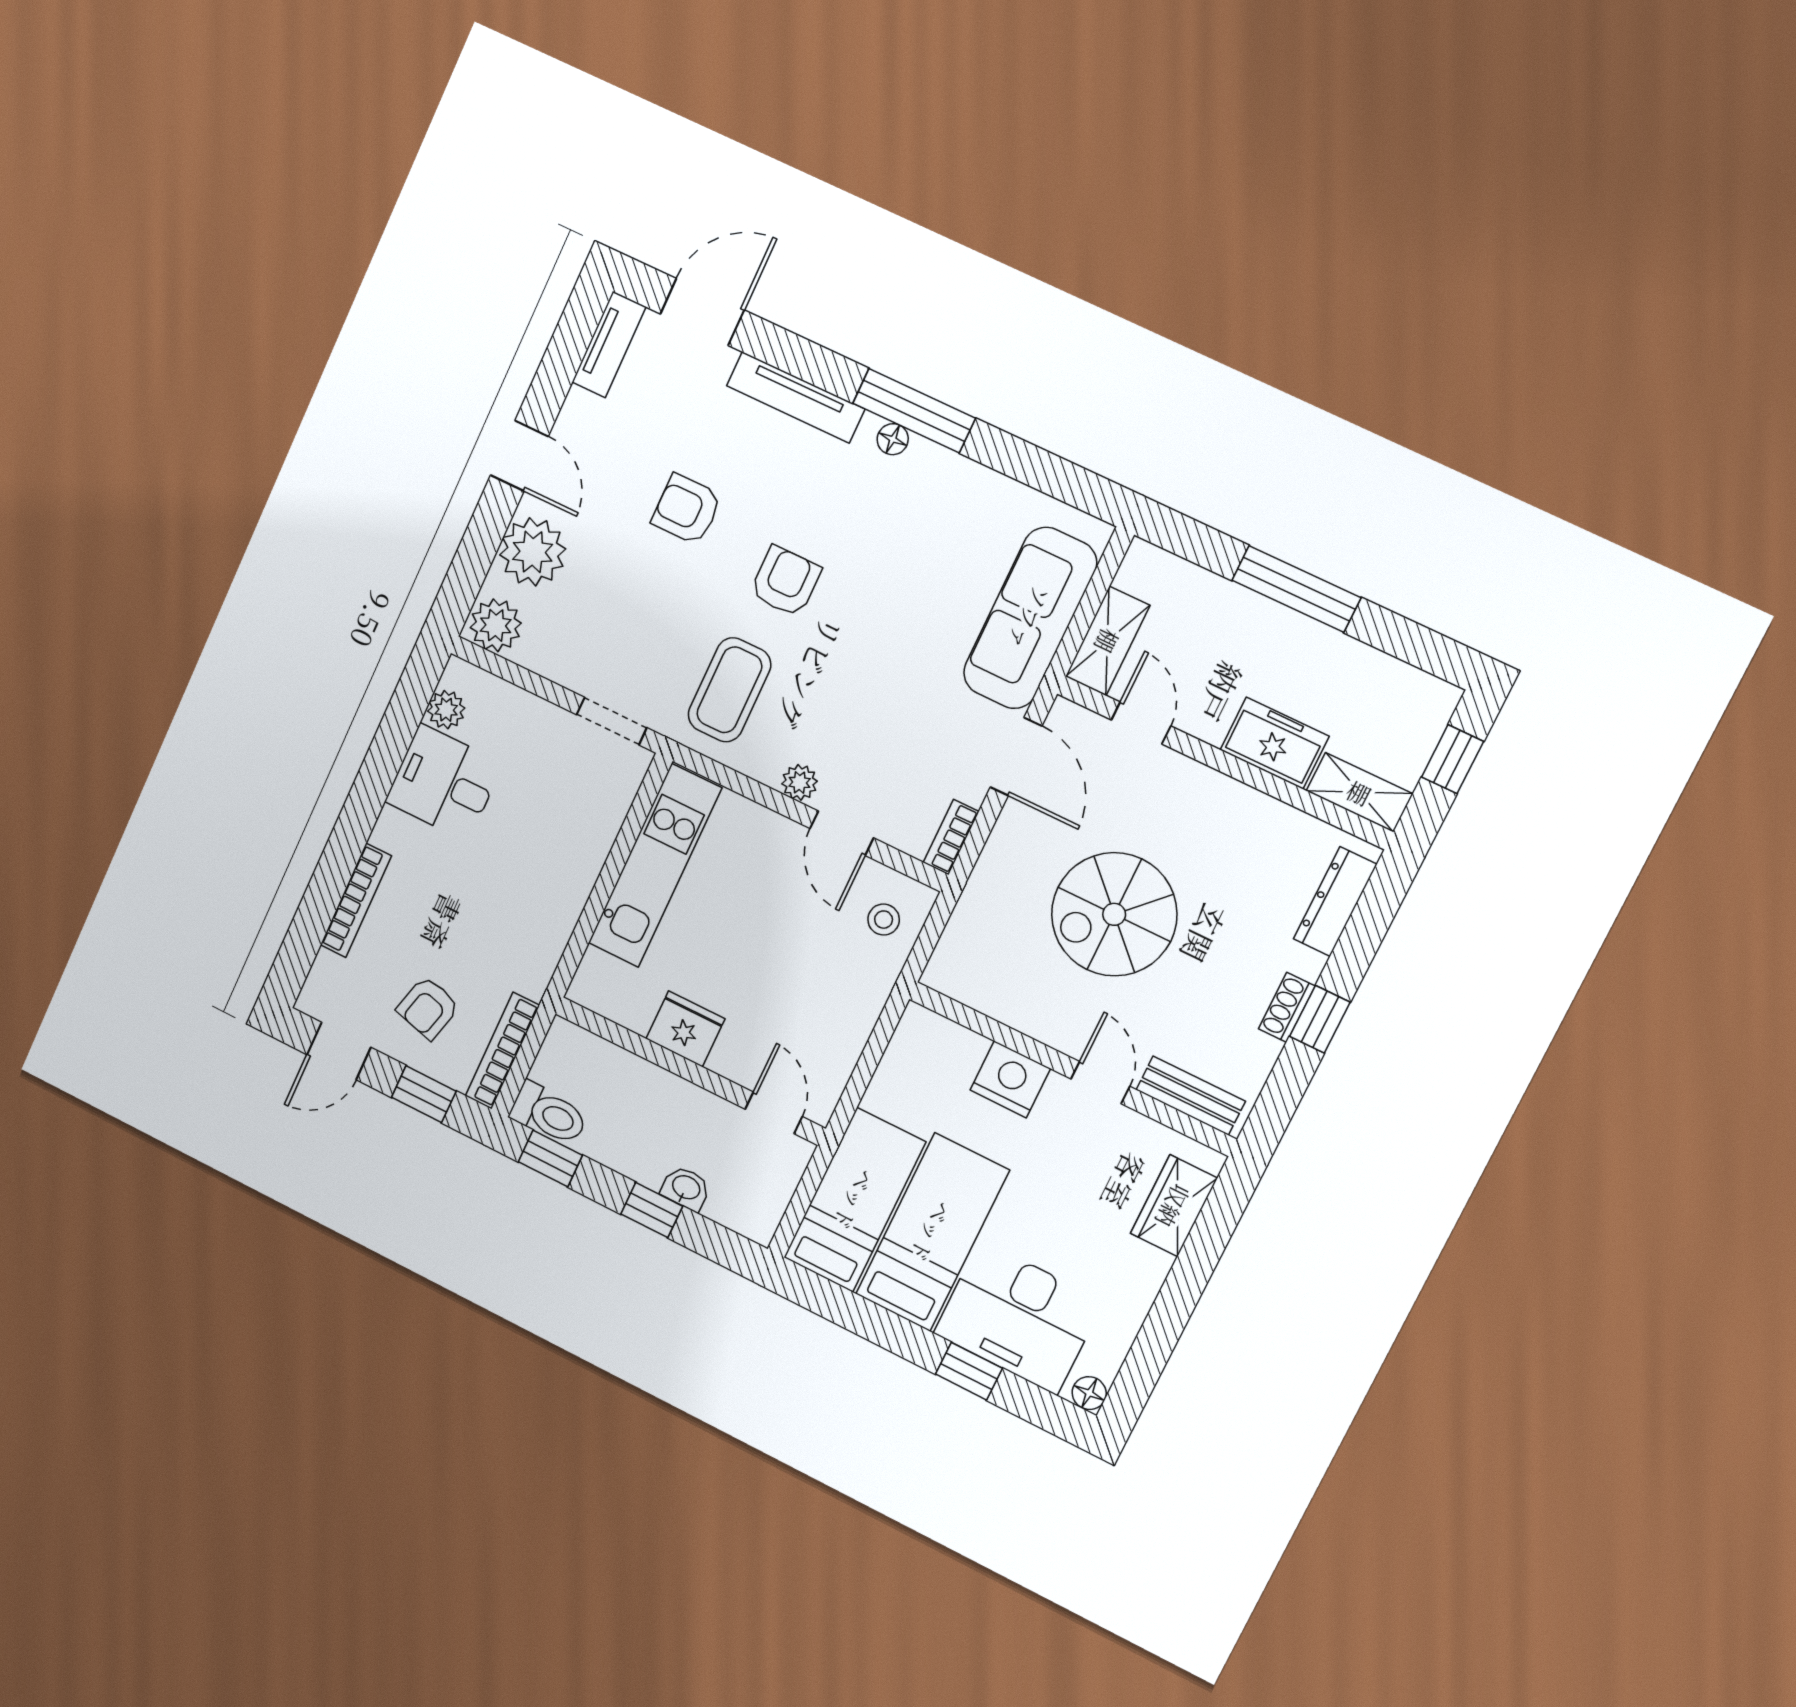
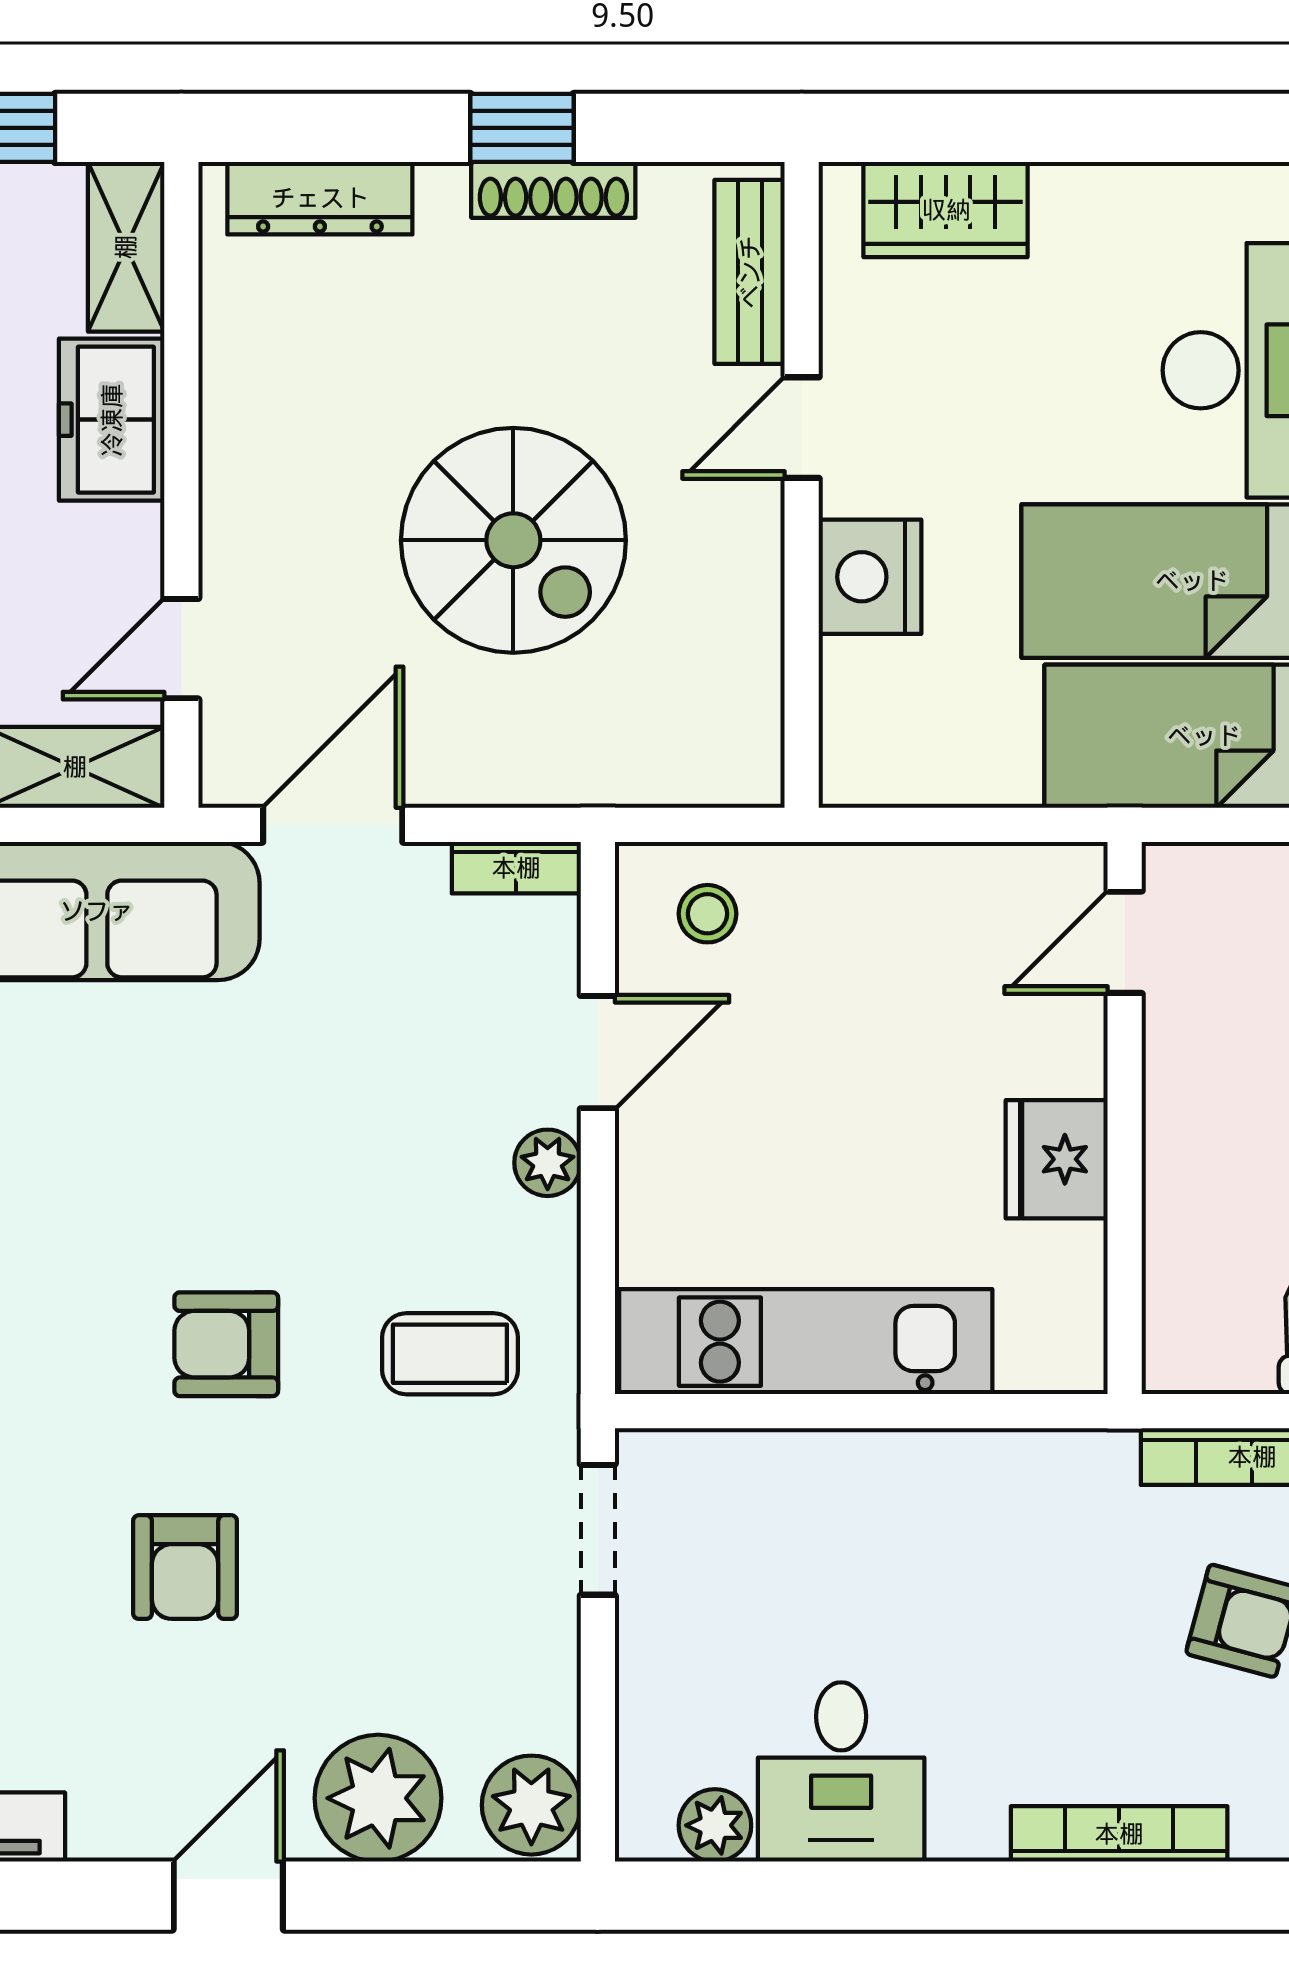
coffee table: (729, 690) -> (450, 1354), width x0.73, depth x0.77
shoe rack: (1287, 1007) -> (553, 190), width x1.43

